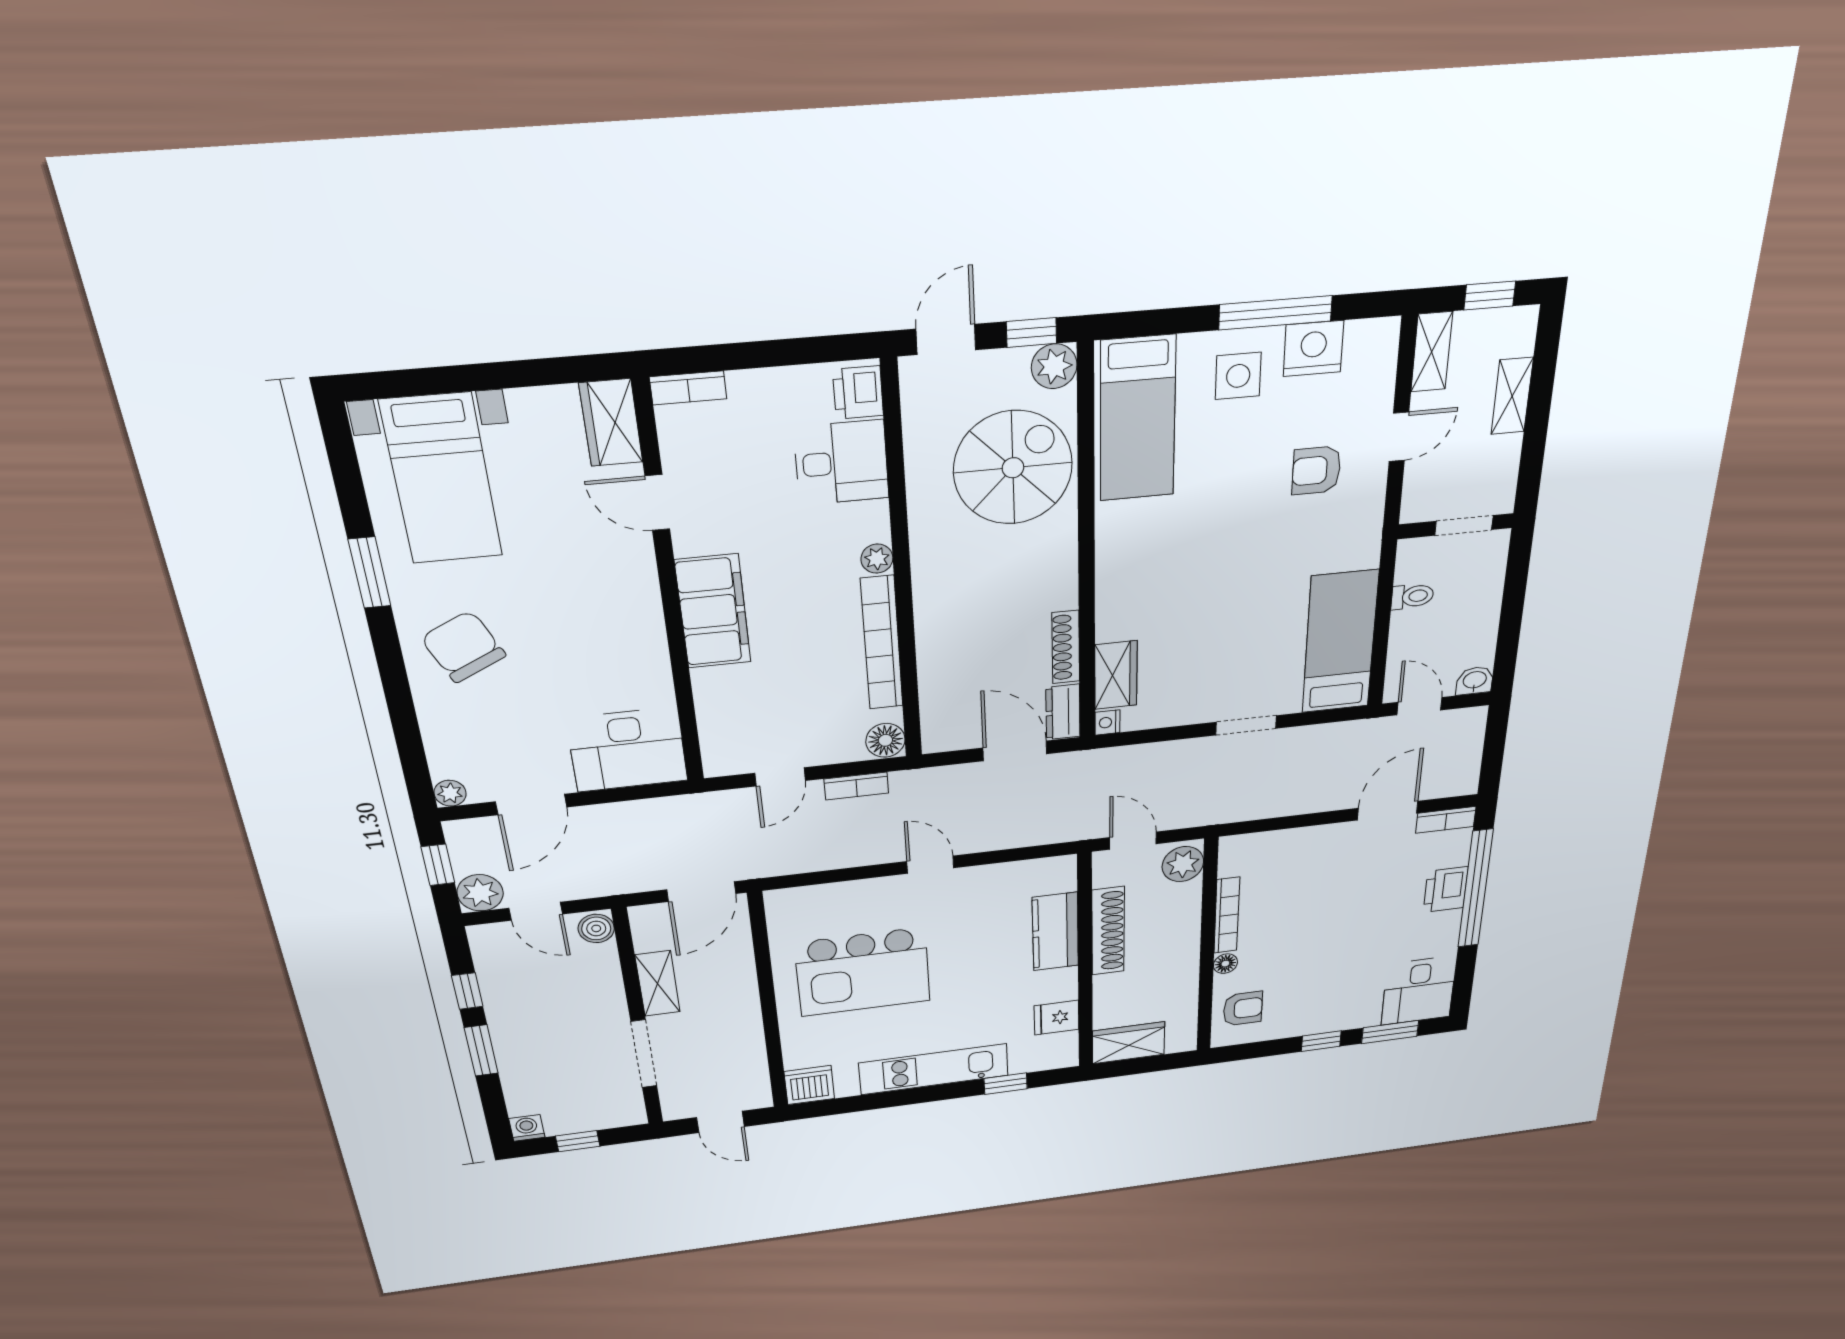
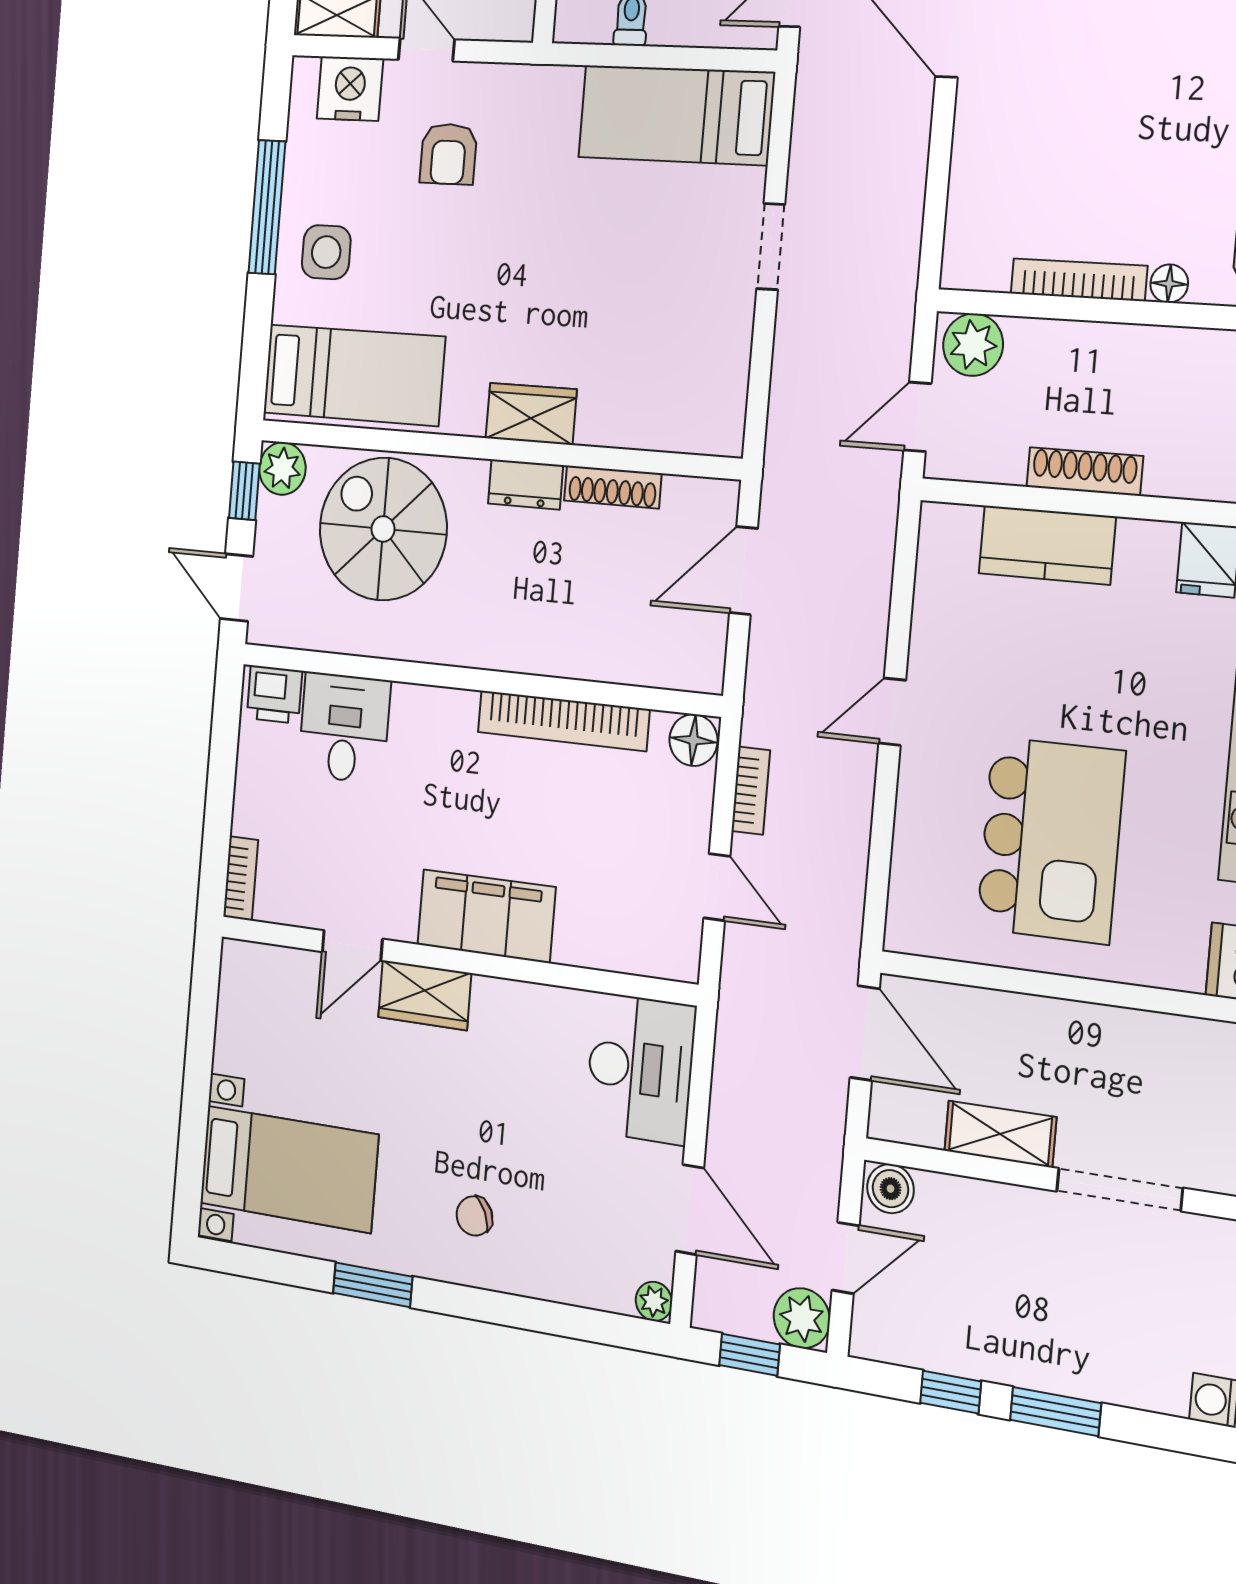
nightstand: (1313, 349) -> (350, 89), moved, turned 90
wardrobe: (611, 423) -> (425, 995), moved
plant: (877, 559) -> (459, 707), removed
chair: (463, 647) -> (474, 1216), width x0.54, depth x0.54
wardrobe: (1116, 675) -> (531, 414), moved
dresser: (1063, 712) -> (526, 485), moved
nightstand: (1107, 722) -> (728, 440), removed
shoe rack: (1108, 931) -> (1085, 471), width x0.74, depth x0.81

